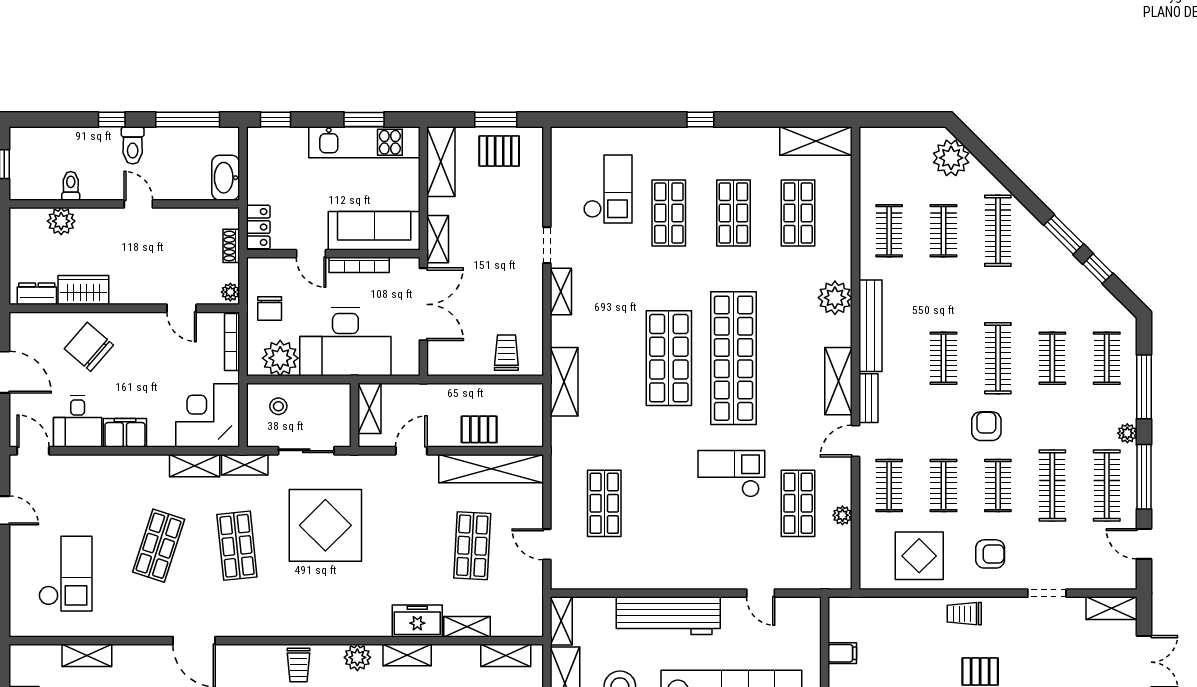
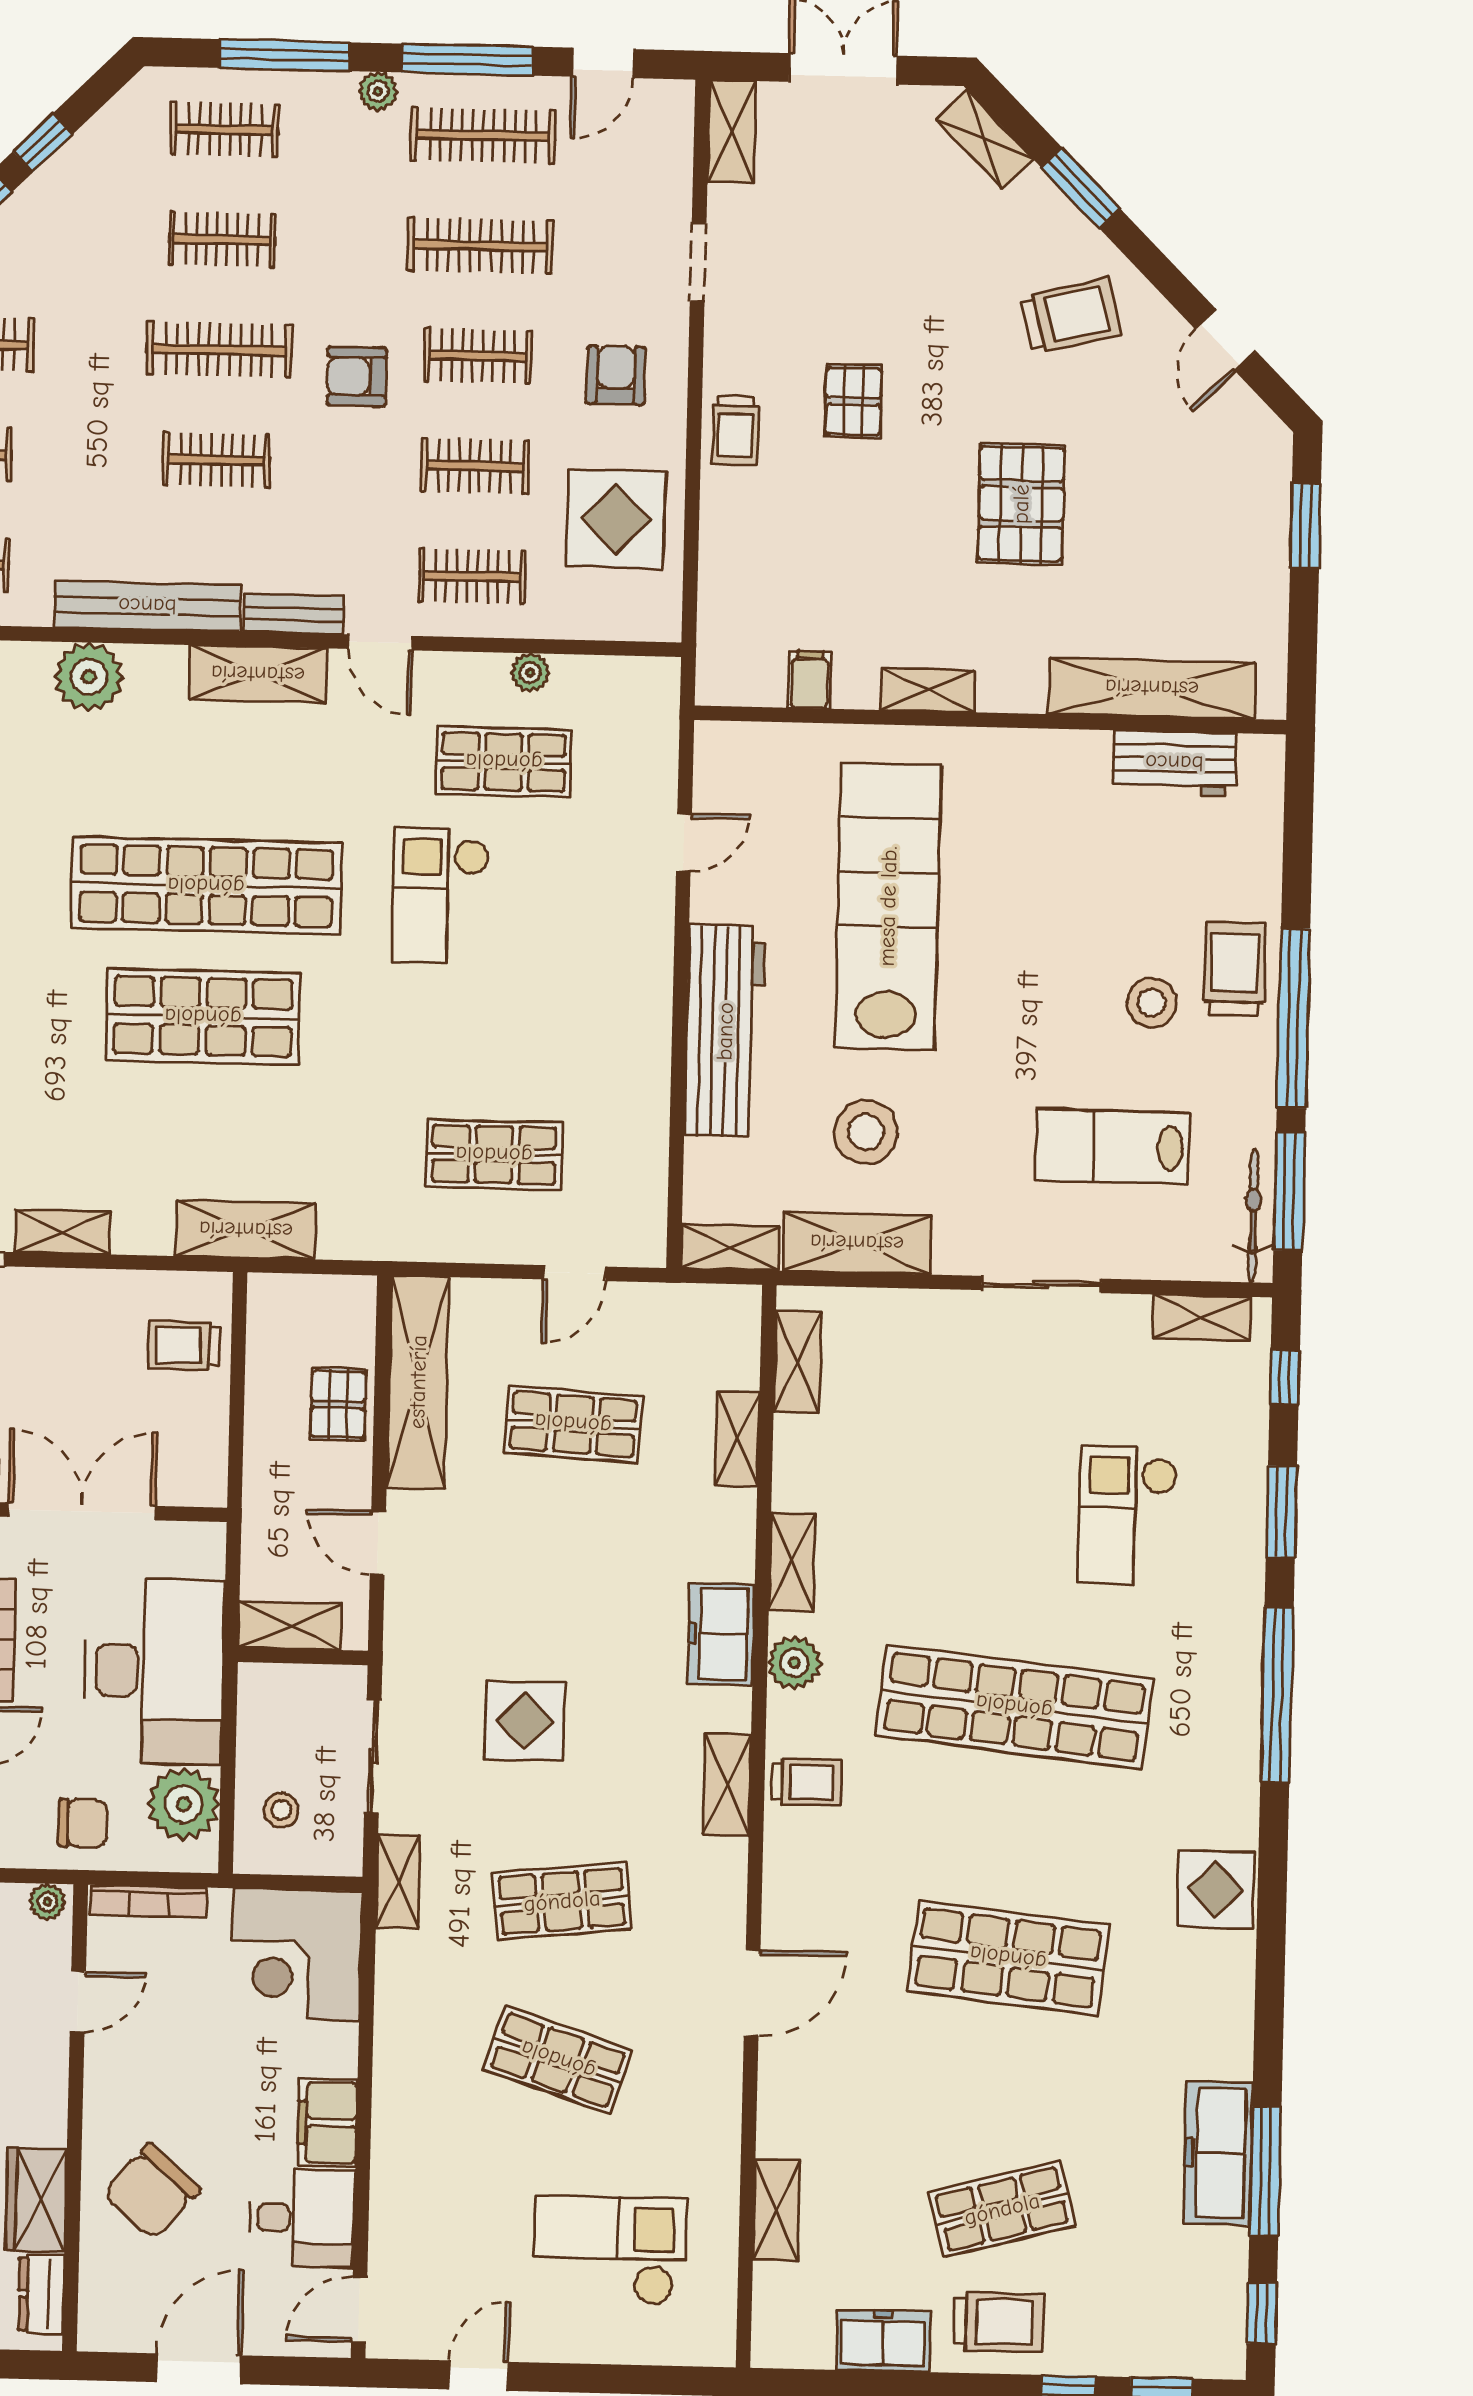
shelving: (195, 466) -> (727, 1785), moved
display table: (325, 525) -> (525, 1721), width x0.54, depth x0.54
freezer: (417, 621) -> (721, 1634), moved

